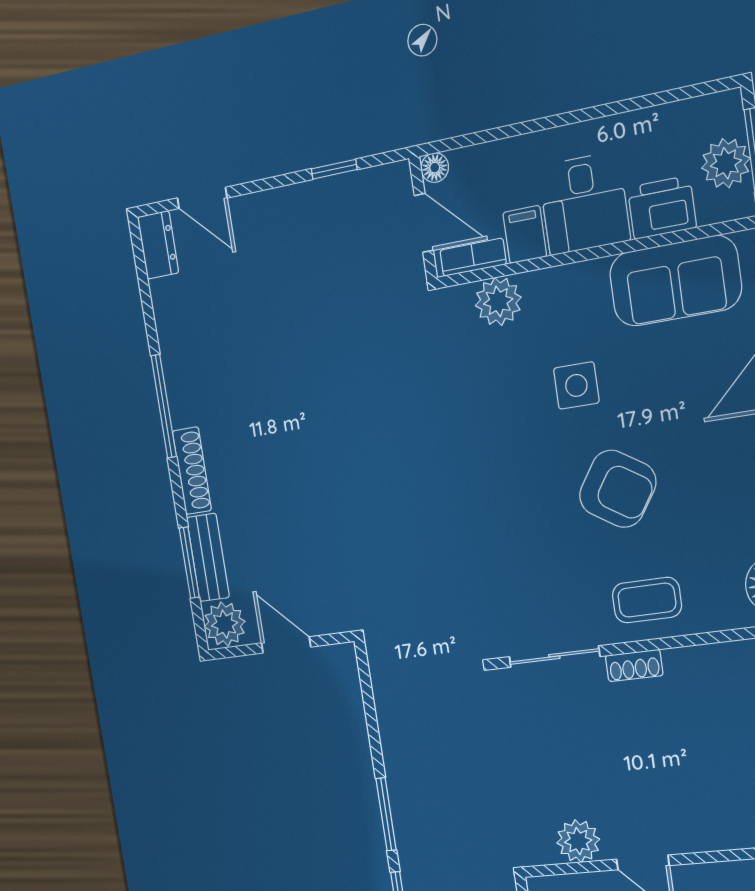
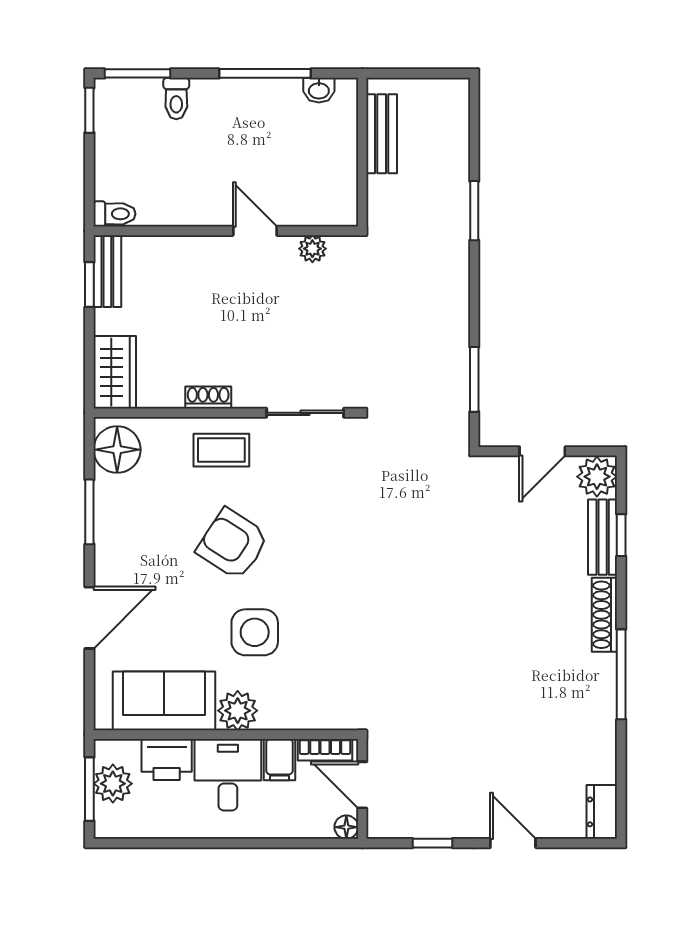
door: (202, 198) -> (513, 843), moved
plant: (498, 301) -> (238, 711), moved
side table: (576, 385) -> (255, 632), width x1.37, depth x1.37
window: (189, 563) -> (621, 535), width x0.67
door: (286, 645) -> (542, 451), hinge flipped
shoe rack: (634, 665) -> (208, 397), moved
window: (386, 814) -> (474, 379), moved
plant: (578, 841) -> (312, 249), width x0.73, depth x0.73

